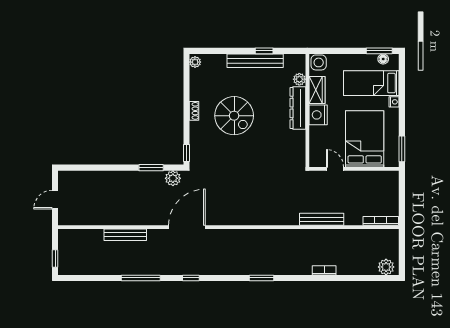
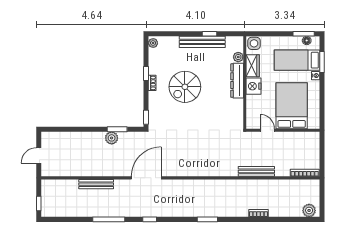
window: (186, 99) -> (146, 74), added
spiral stairs: (234, 116) -> (185, 87), turned 90
window: (402, 149) -> (322, 62), moved
plant: (173, 178) -> (112, 138), moved

